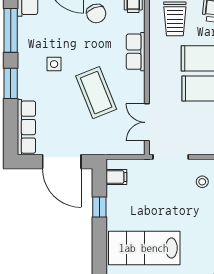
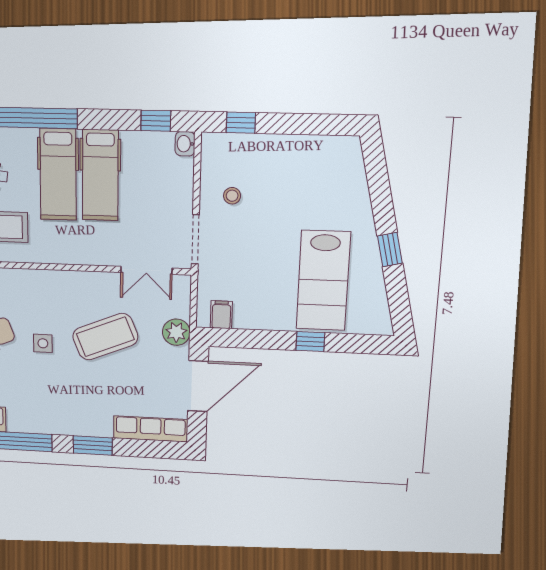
row of seats: (136, 52) -> (50, 282), removed
side table: (54, 64) -> (43, 343), moved
plant: (102, 145) -> (176, 332), added
window: (99, 207) -> (310, 342), moved

